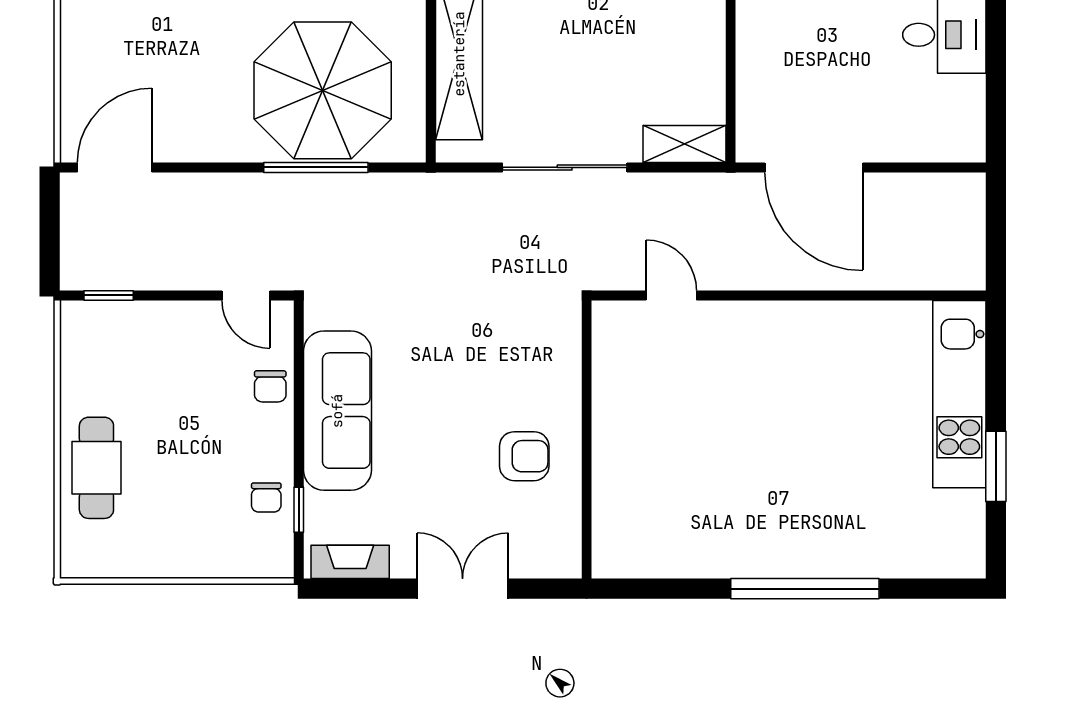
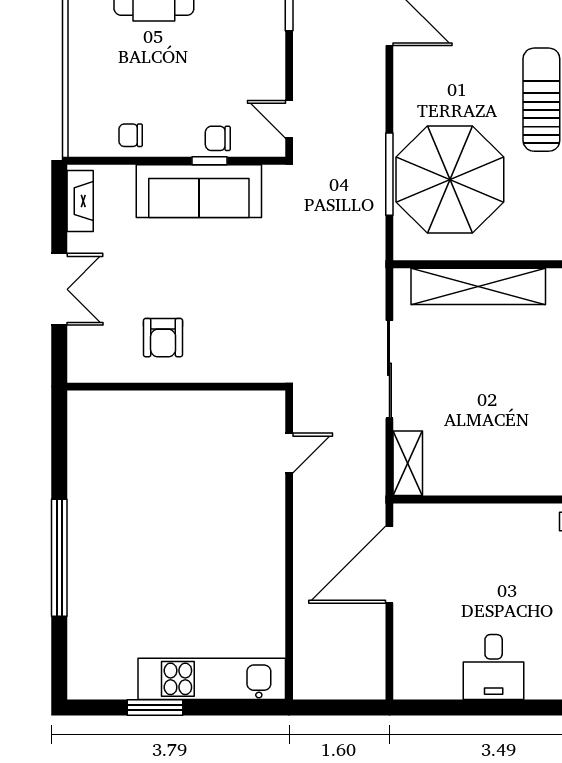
door: (246, 295) -> (289, 119), hinge flipped
window: (299, 510) -> (210, 161), moved

